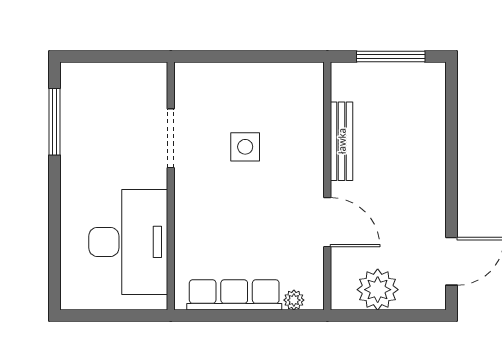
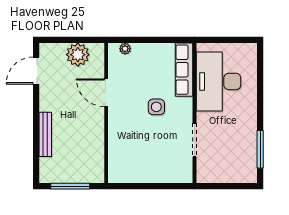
bench: (342, 141) -> (45, 134), moved
side table: (245, 147) -> (156, 107), moved
row of seats: (234, 295) -> (184, 70), moved, turned 90

